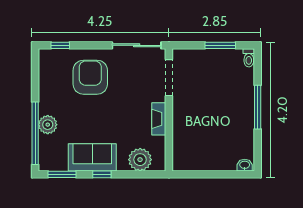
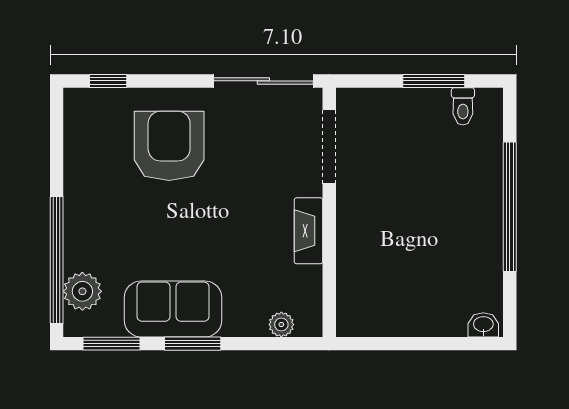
toilet: (249, 58) -> (463, 106), moved
window: (258, 107) -> (510, 207), width x1.46
plant: (48, 125) -> (82, 291), moved
plant: (140, 160) -> (281, 325), width x0.53, depth x0.53
window: (102, 174) -> (193, 344), width x1.50

